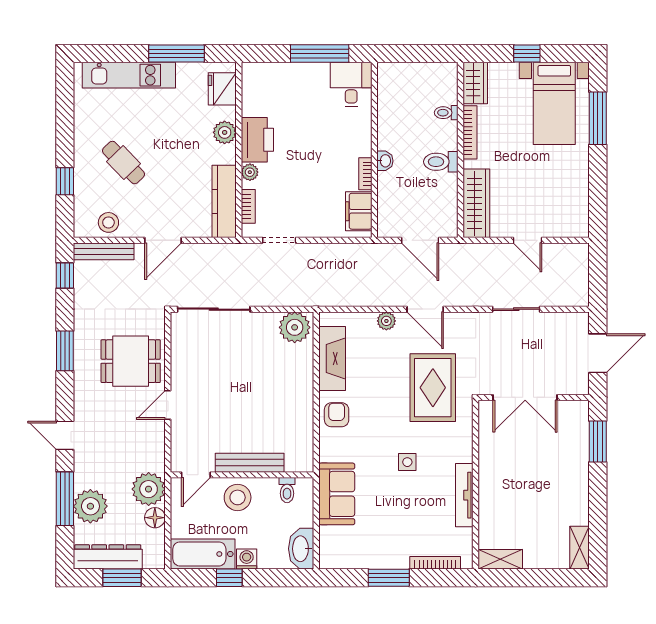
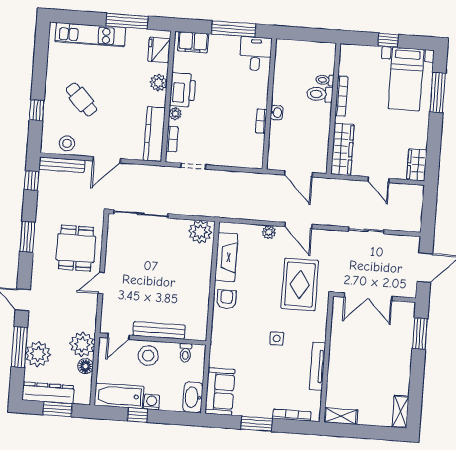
wardrobe: (475, 83) -> (417, 165), moved, turned 180
toilet: (441, 162) -> (320, 94), moved
filing cabinet: (359, 211) -> (193, 42), moved, turned -90
dining table: (131, 361) -> (76, 248), turned 90
sofa: (337, 494) -> (220, 391), moved

